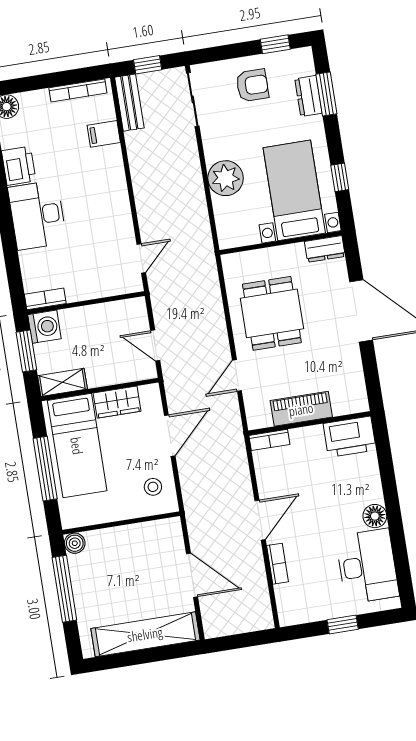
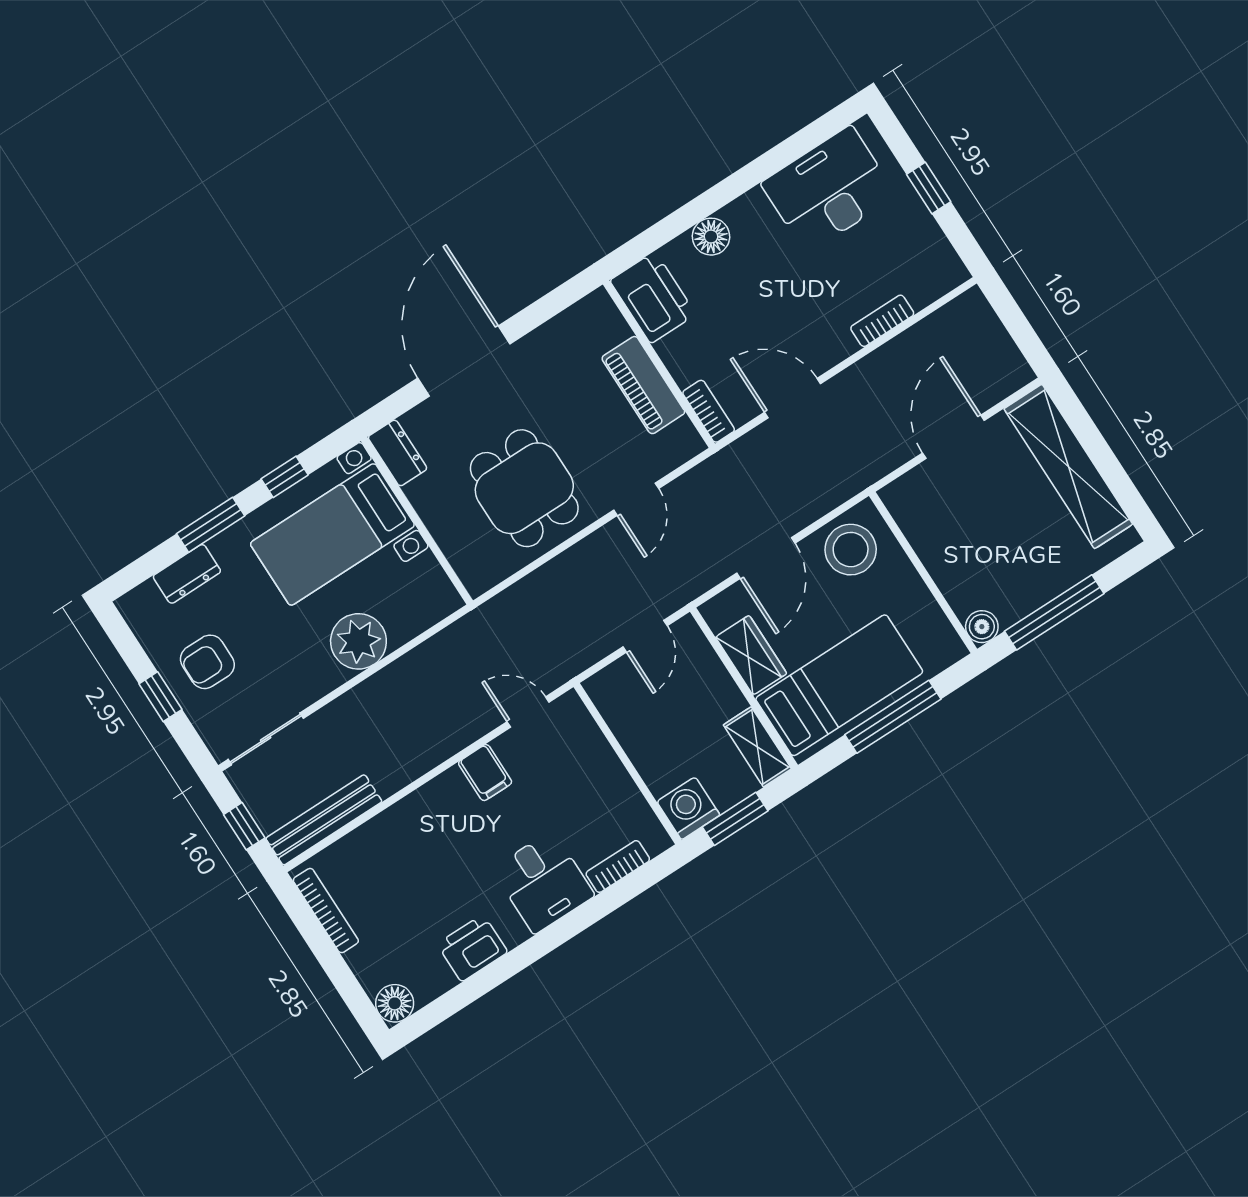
window: (275, 44) -> (160, 697), moved
armchair: (252, 85) -> (207, 662), turned -90
window: (326, 94) -> (211, 525), moved
bench: (129, 103) -> (324, 820), width x1.36
filing cabinet: (104, 134) -> (485, 773), moved
desk: (37, 215) -> (543, 882), width x0.73
bookcase: (45, 299) -> (618, 866), moved, turned 90
dining table: (272, 313) -> (524, 488), turned 90
door: (237, 375) -> (636, 499), hinge flipped
door: (170, 436) -> (766, 558), swing flipped
stool: (153, 487) -> (851, 550), width x1.89, depth x1.89
floor lamp: (375, 516) -> (711, 237), moved
door: (260, 520) -> (793, 398), moved

